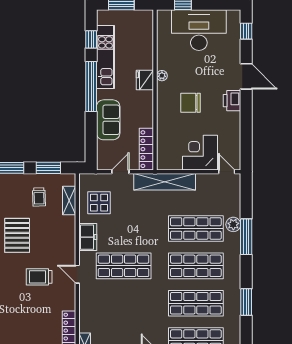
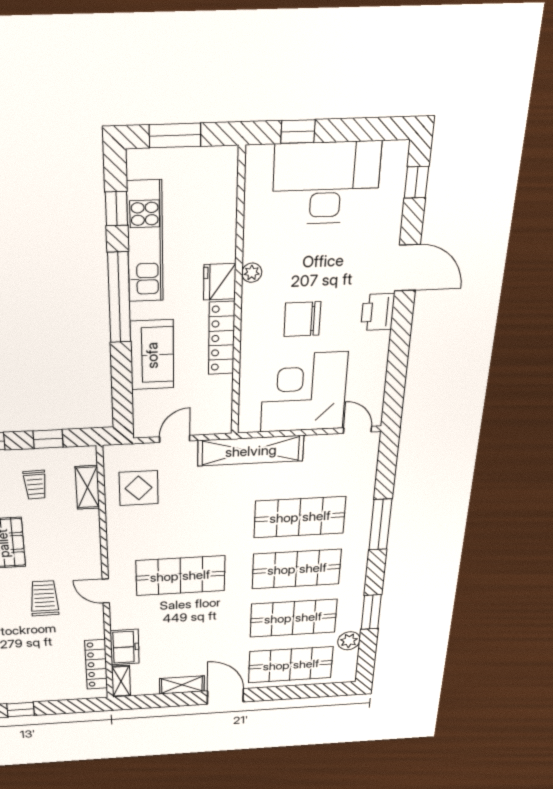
locker: (146, 149) -> (222, 338), moved
corner desk: (200, 153) -> (304, 392), width x1.36, depth x1.36
window: (48, 168) -> (48, 439), width x0.67
plant: (233, 224) -> (349, 641), moved
freezer: (88, 237) -> (125, 647), moved
trolley: (39, 277) -> (44, 598), turned 90

